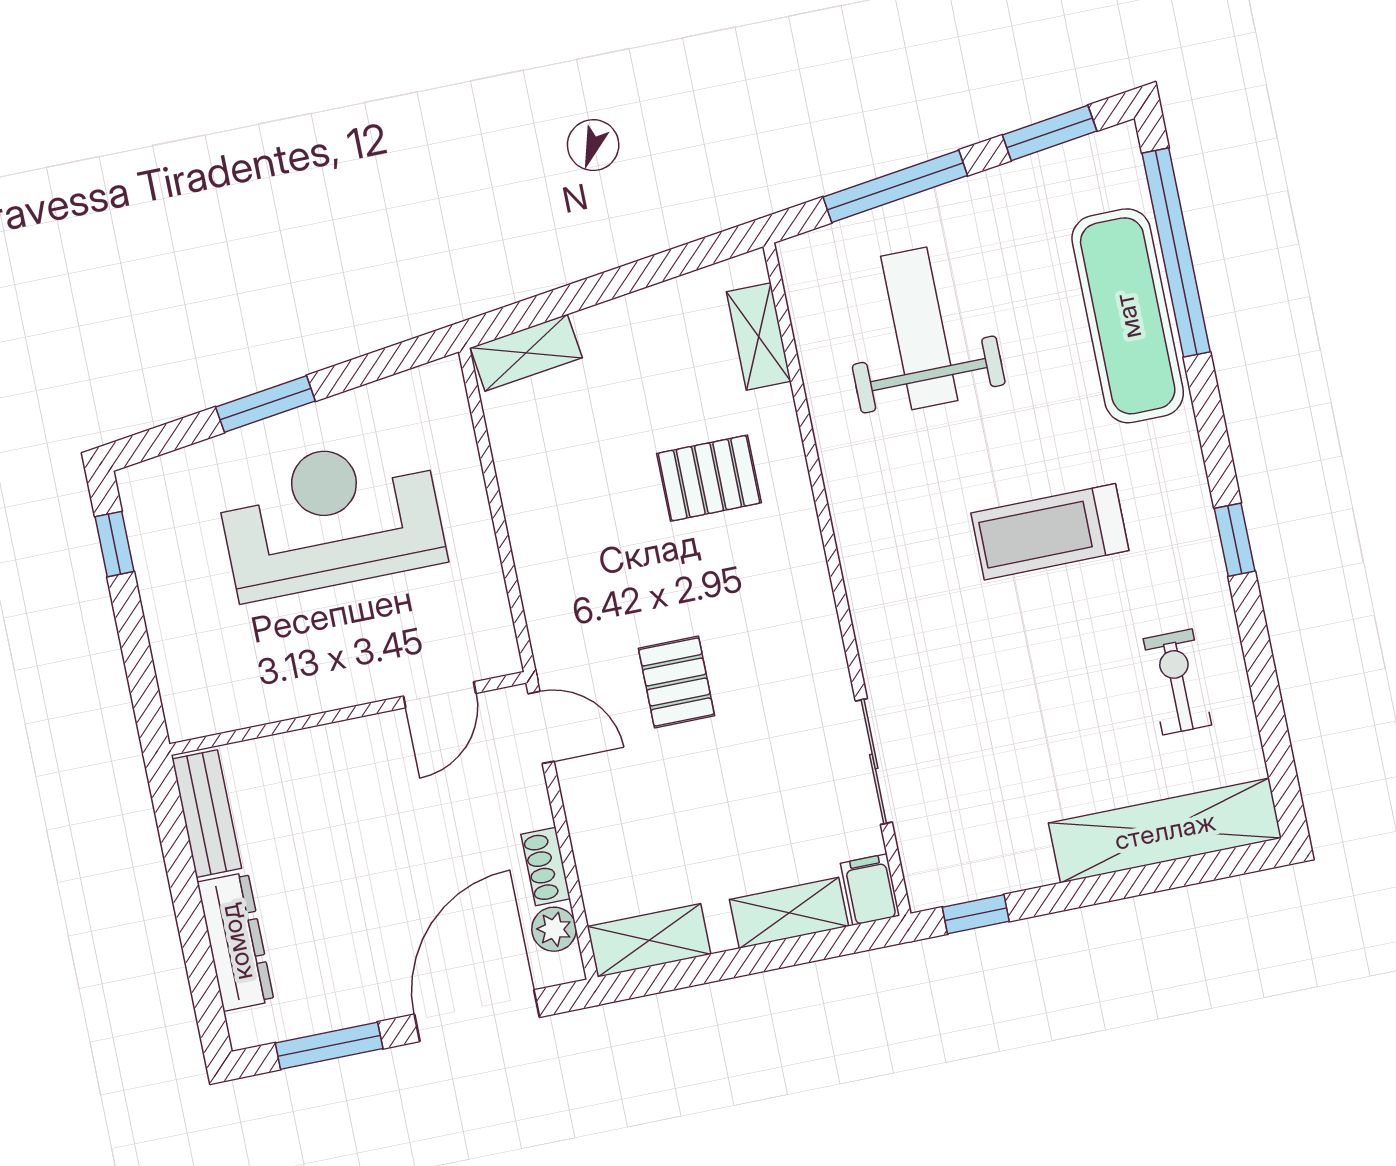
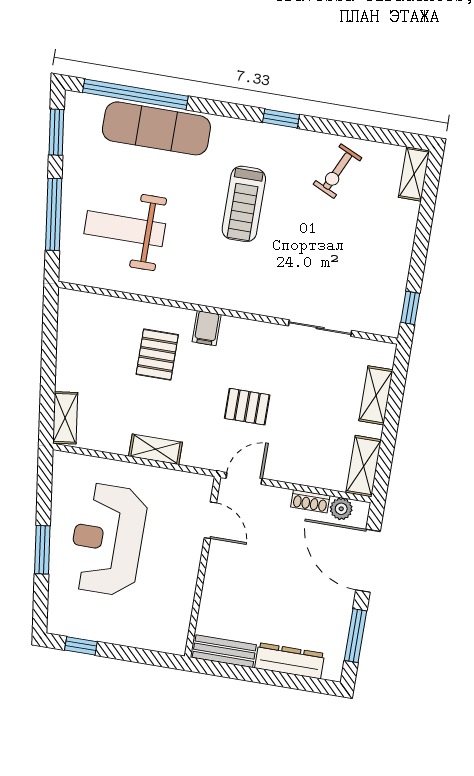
shelving: (759, 337) -> (155, 449), moved
exercise bike: (1177, 682) -> (337, 171), turned -65
shelving: (1165, 831) -> (414, 174), width x0.45, depth x0.75
filing cabinet: (870, 890) -> (207, 328), moved, turned -90

